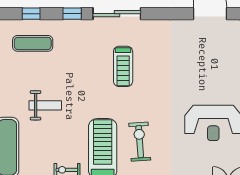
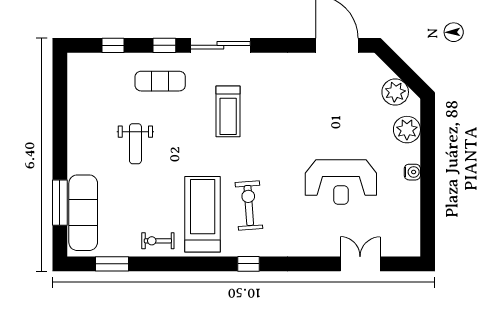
exercise mat: (33, 43) -> (160, 81), moved
weight bench: (45, 105) -> (135, 144), moved, turned 90

